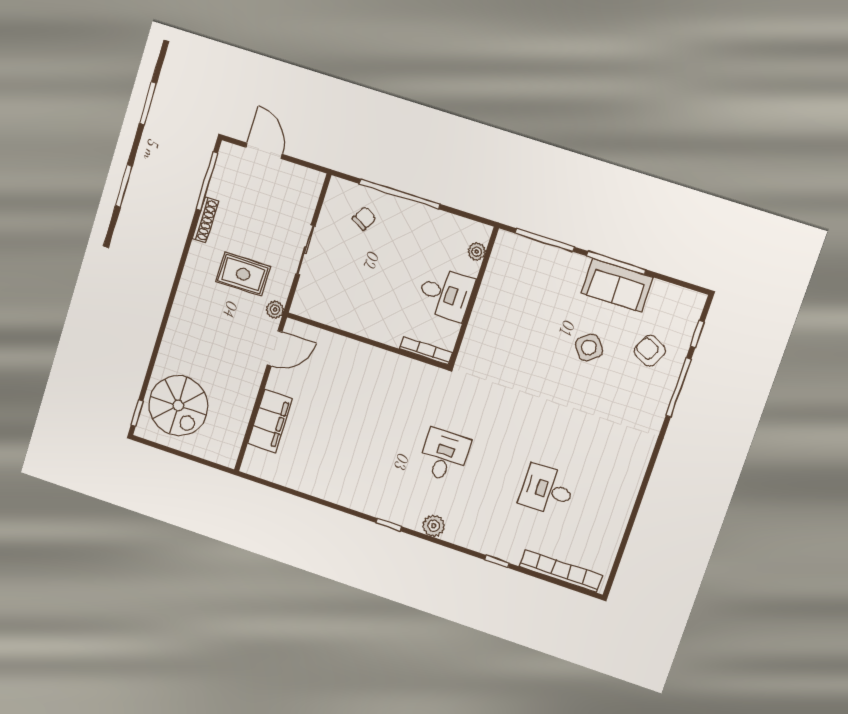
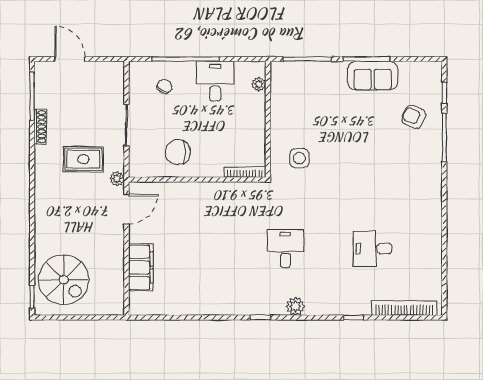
desk: (446, 294) -> (215, 81), moved, turned -90
chair: (355, 301) -> (178, 152), added
side table: (589, 347) -> (299, 158), moved, turned 38

